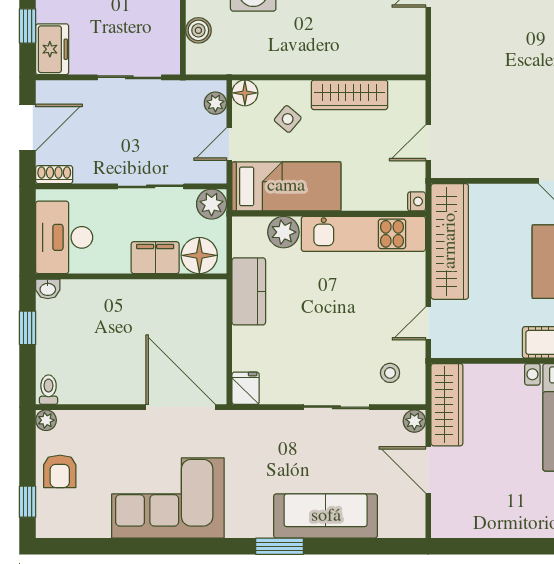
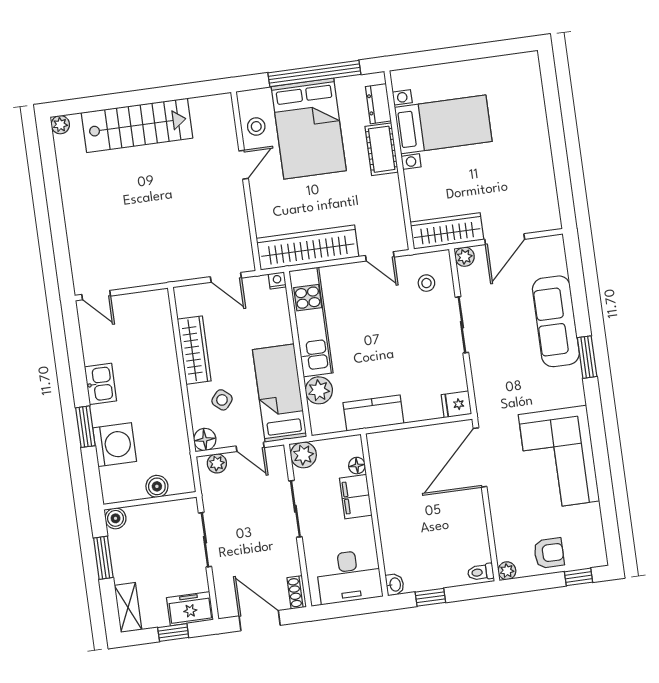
floor lamp: (199, 255) -> (357, 466), width x0.53, depth x0.53

